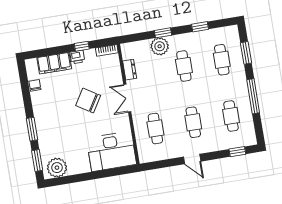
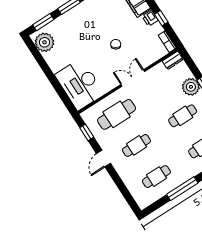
dresser: (130, 70) -> (173, 60), moved
chair: (88, 101) -> (116, 44), width x0.54, depth x0.54
cafe table: (155, 129) -> (117, 114), width x1.37, depth x1.35
window: (237, 152) -> (87, 132), moved

